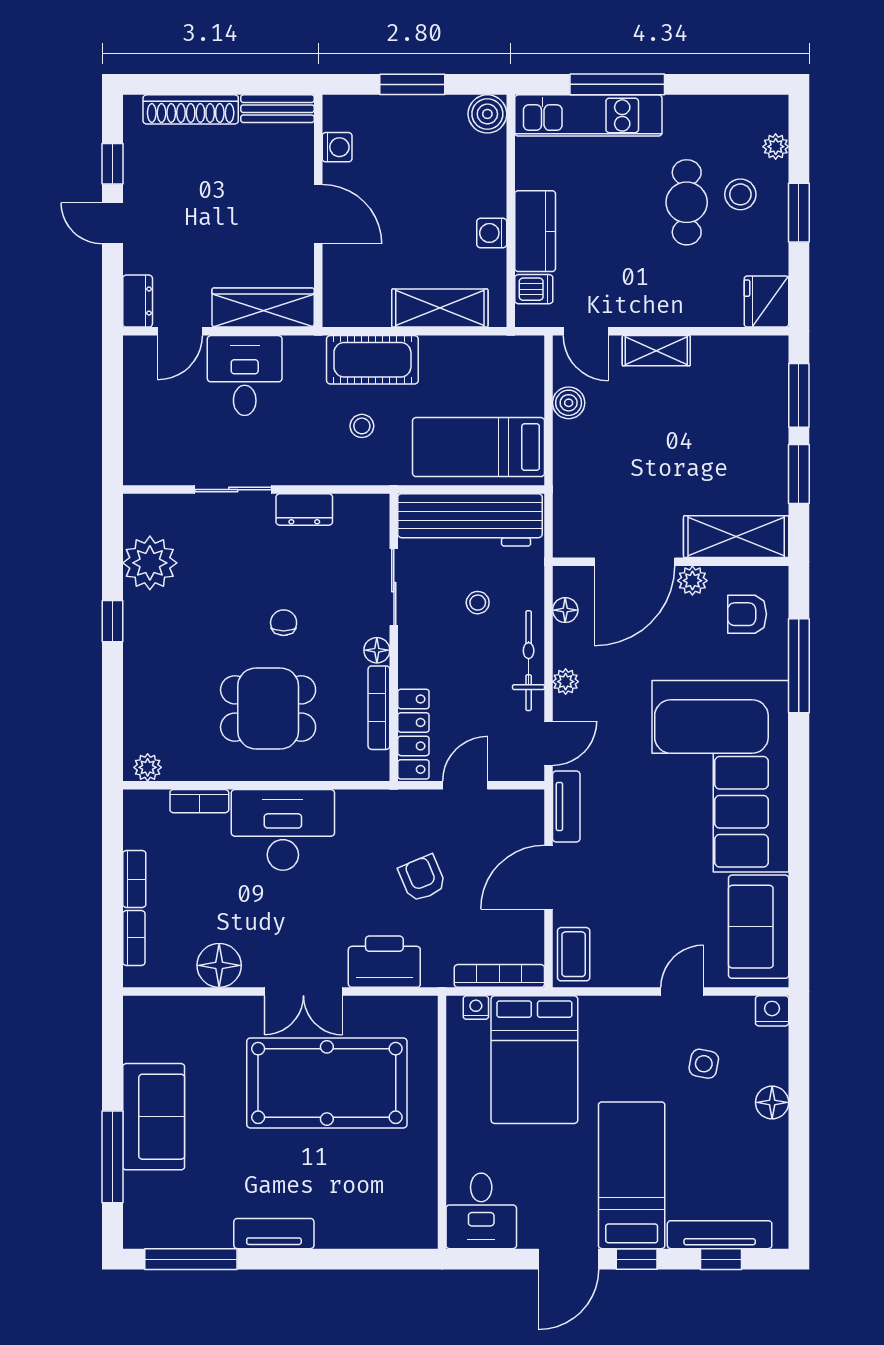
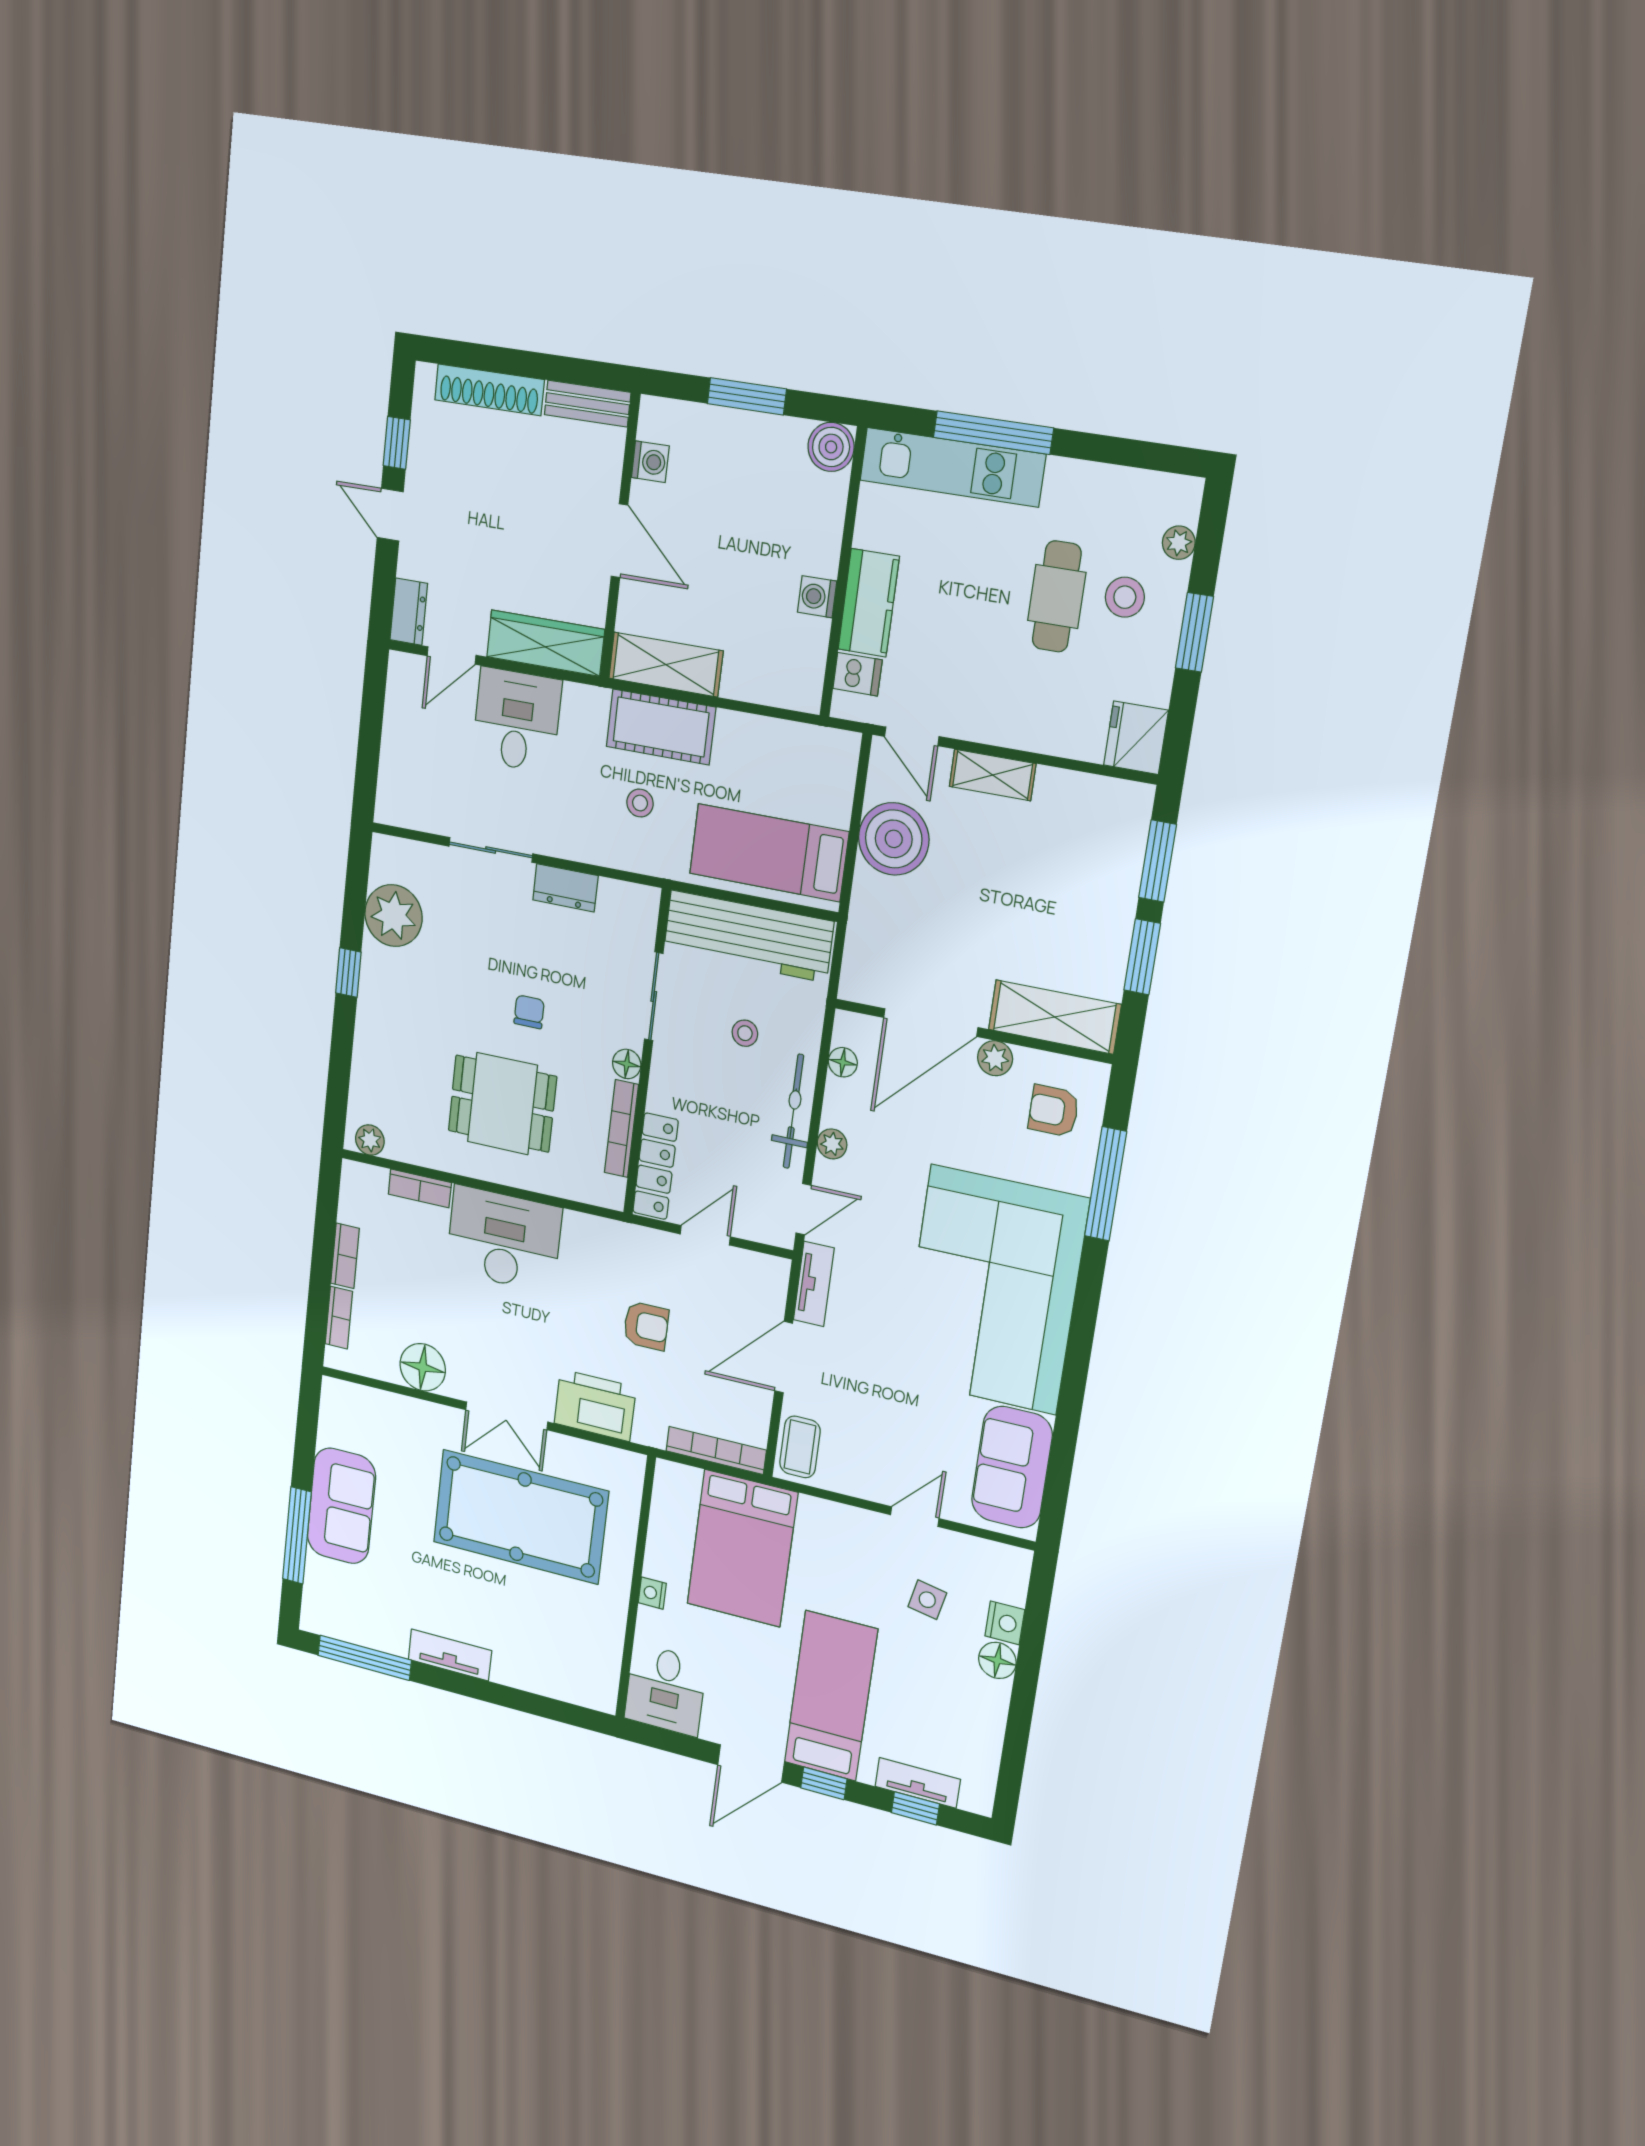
shelving: (440, 308) -> (666, 665), moved
boiler: (569, 403) -> (894, 839), width x1.86, depth x1.86
armchair: (422, 878) -> (646, 1326), turned 113
nightstand: (476, 1008) -> (652, 1593), moved, turned -90
nightstand: (772, 1011) -> (1005, 1623), moved, turned 90
tv unit: (720, 1235) -> (918, 1783), width x0.71

